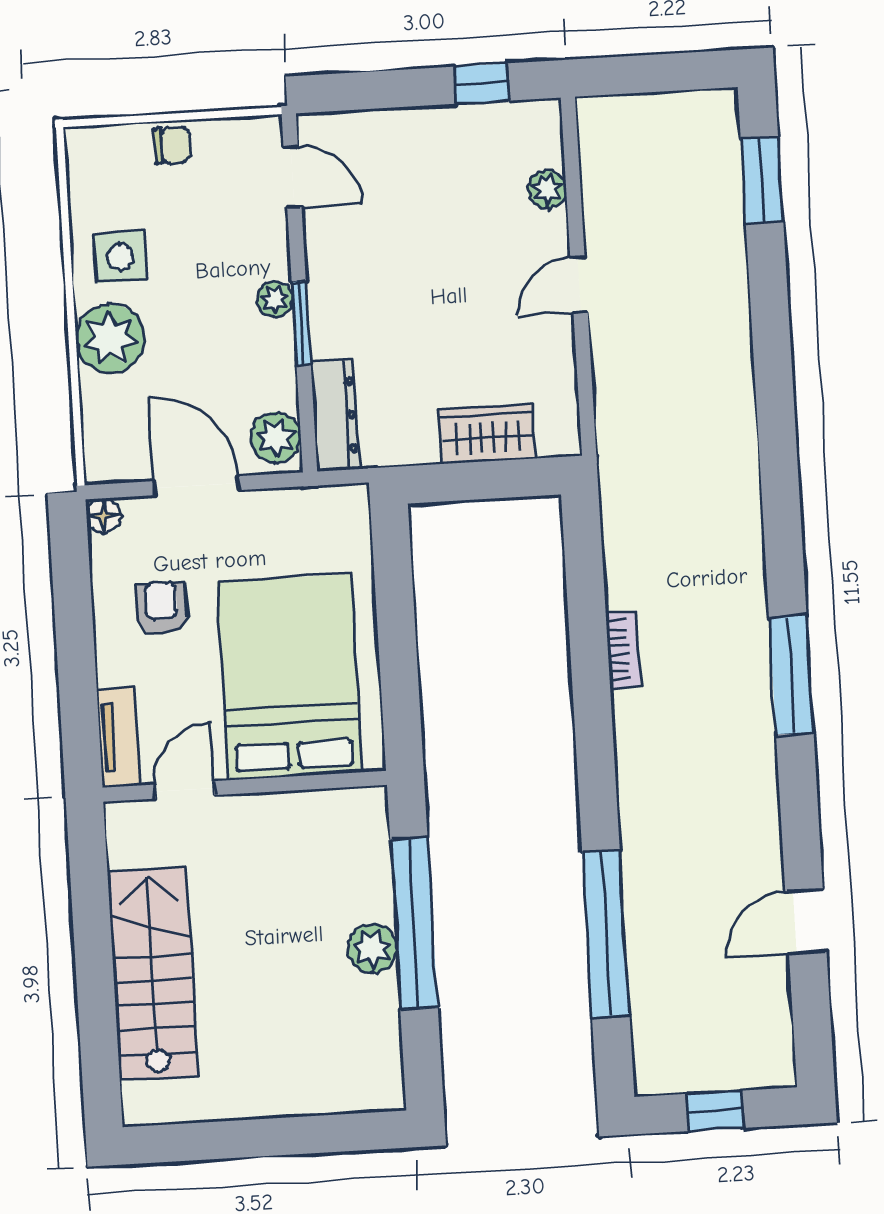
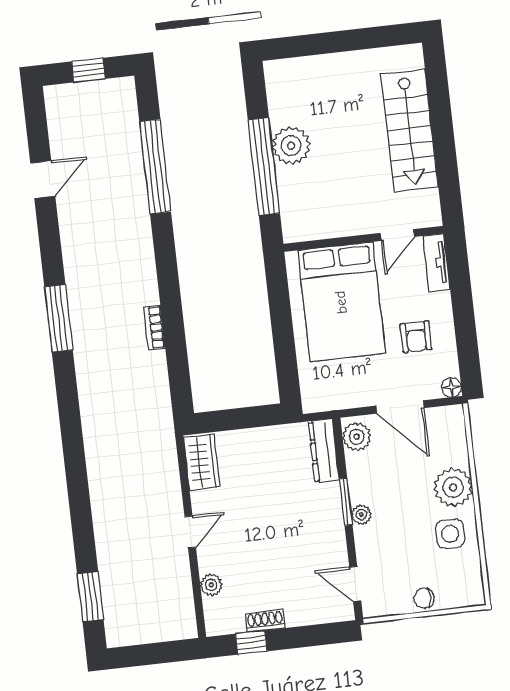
shoe rack: (455, 120) -> (265, 621), added
wardrobe: (487, 434) -> (202, 462), moved, turned -90
plant: (372, 949) -> (291, 146), width x1.36, depth x1.36

